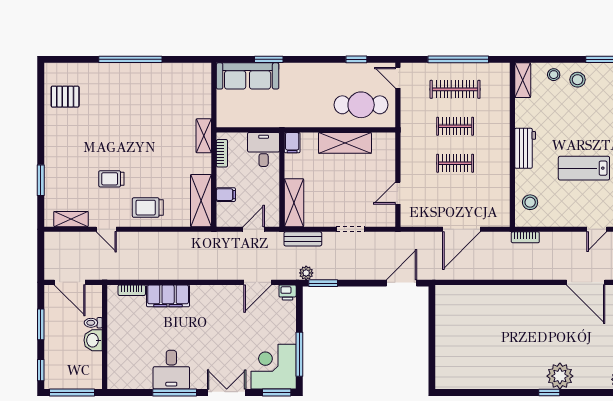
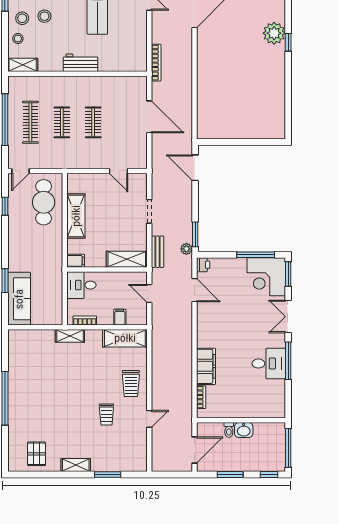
stool: (530, 202) -> (44, 16), moved
shelving: (71, 219) -> (76, 465), moved, turned 90
bookcase: (525, 237) -> (156, 63), width x1.56

